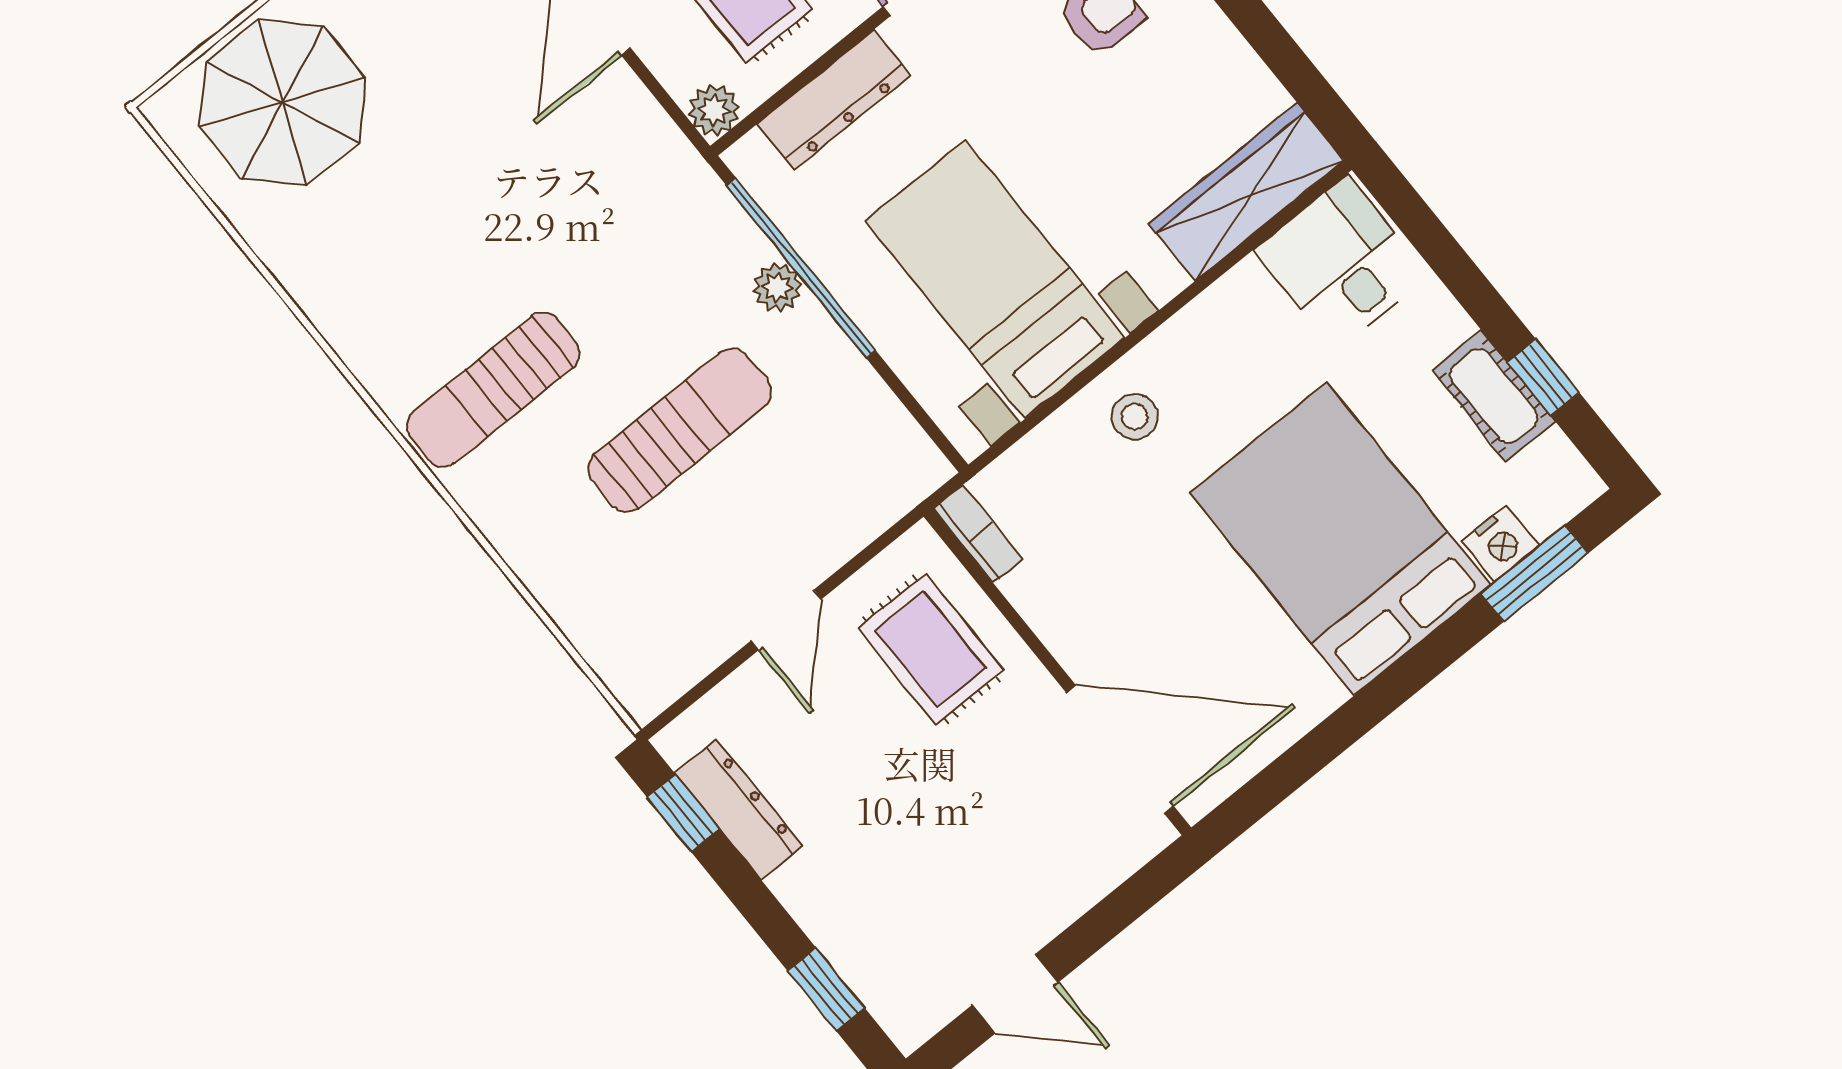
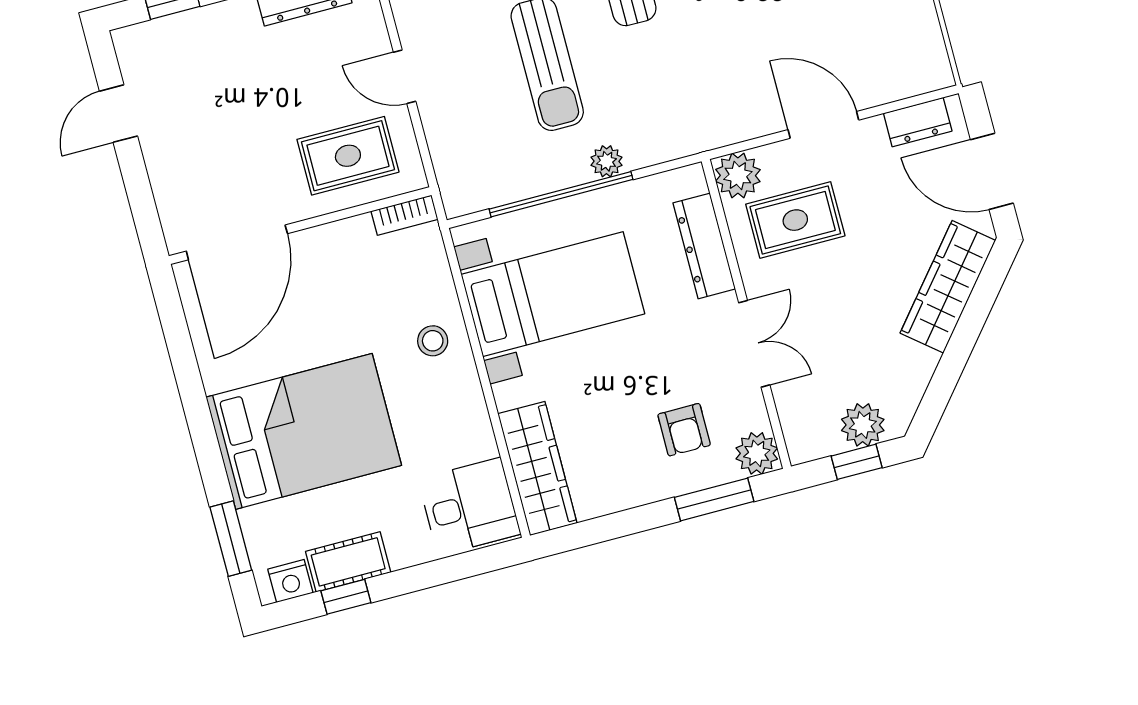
plant: (714, 110) -> (738, 176), width x1.38, depth x1.38
window: (801, 268) -> (561, 194), moved
nightstand: (1500, 543) -> (290, 581), moved, turned -90

